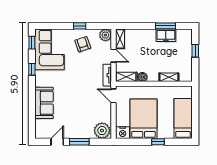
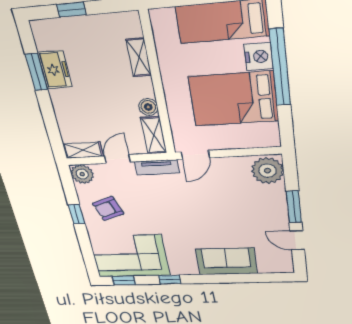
nightstand: (123, 133) -> (259, 57), moved
window: (158, 142) -> (280, 68), width x3.17

